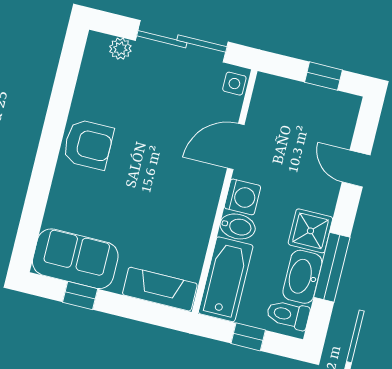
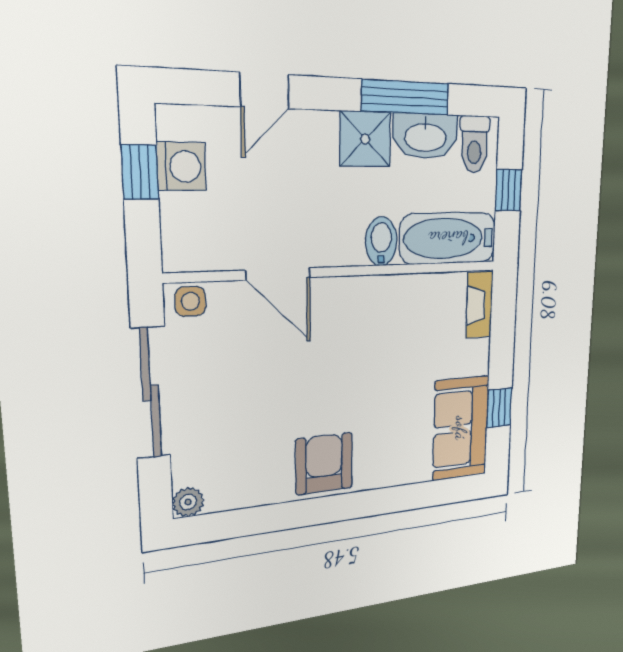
plant: (120, 49) -> (188, 502), moved
washing machine: (242, 197) -> (181, 166), moved, turned 90
fireplace: (160, 289) -> (479, 305), width x0.73, depth x0.76

